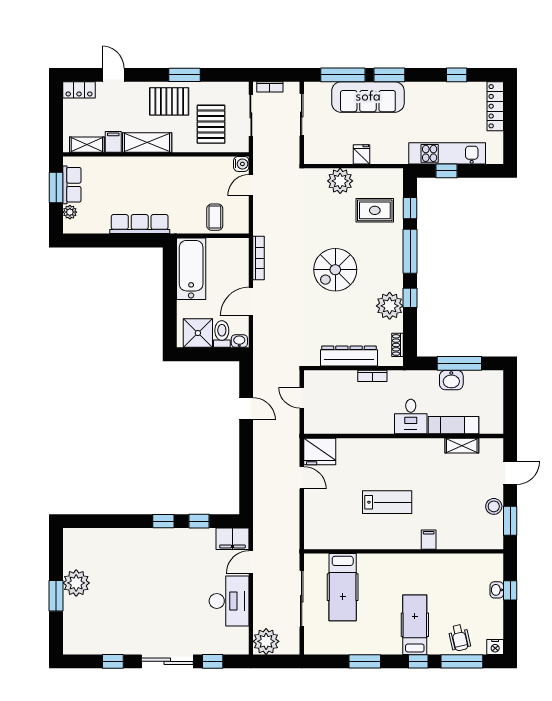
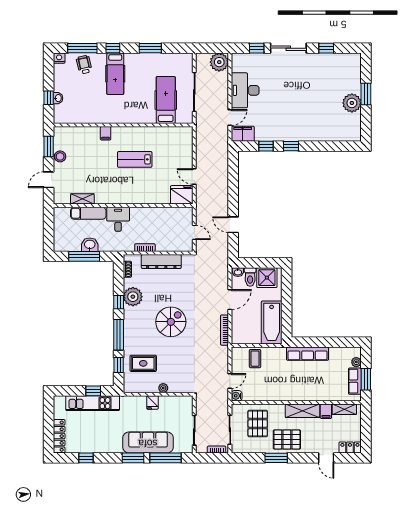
plant: (340, 181) -> (163, 388), width x0.53, depth x0.53

